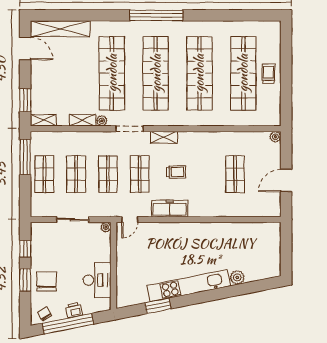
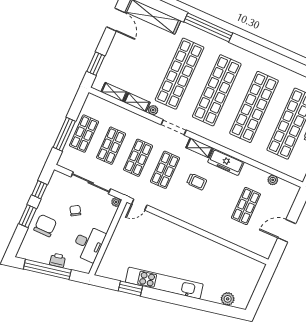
window: (156, 15) -> (208, 27), moved
shelving: (43, 120) -> (114, 92), moved
plant: (275, 137) -> (273, 180), moved
window: (25, 157) -> (64, 134), moved
freezer: (170, 209) -> (226, 162), moved, turned 180
sliding door: (73, 220) -> (91, 183), width x1.37
plant: (237, 277) -> (228, 299), moved
chair: (44, 314) -> (75, 211), moved

